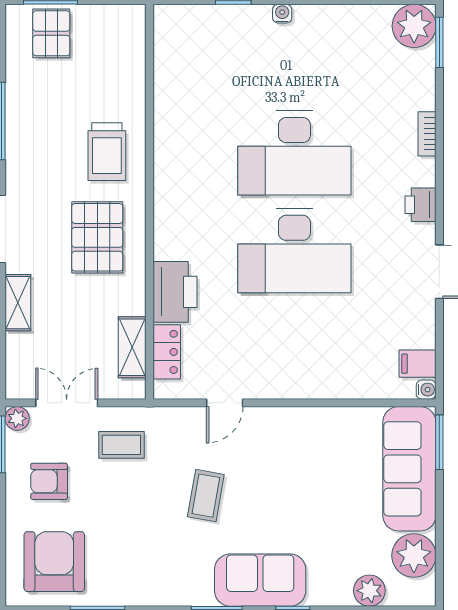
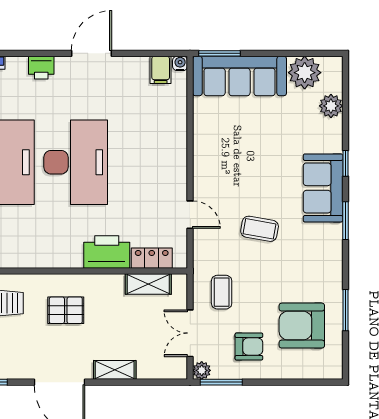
pallet: (97, 237) -> (66, 310), width x0.67, depth x0.71
armchair: (49, 481) -> (249, 346), turned -90
armchair: (54, 562) -> (302, 326), moved

